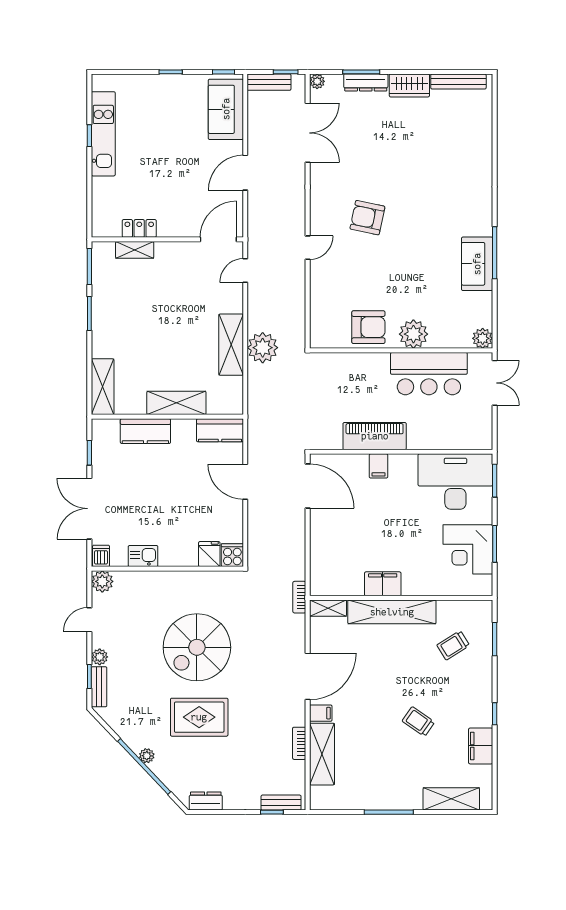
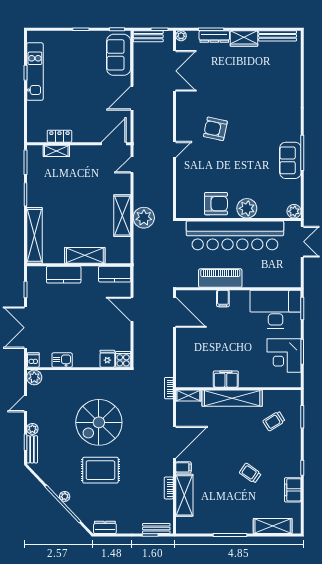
bar counter: (429, 374) -> (235, 235), width x1.86
shelving: (103, 387) -> (34, 235), width x1.47

